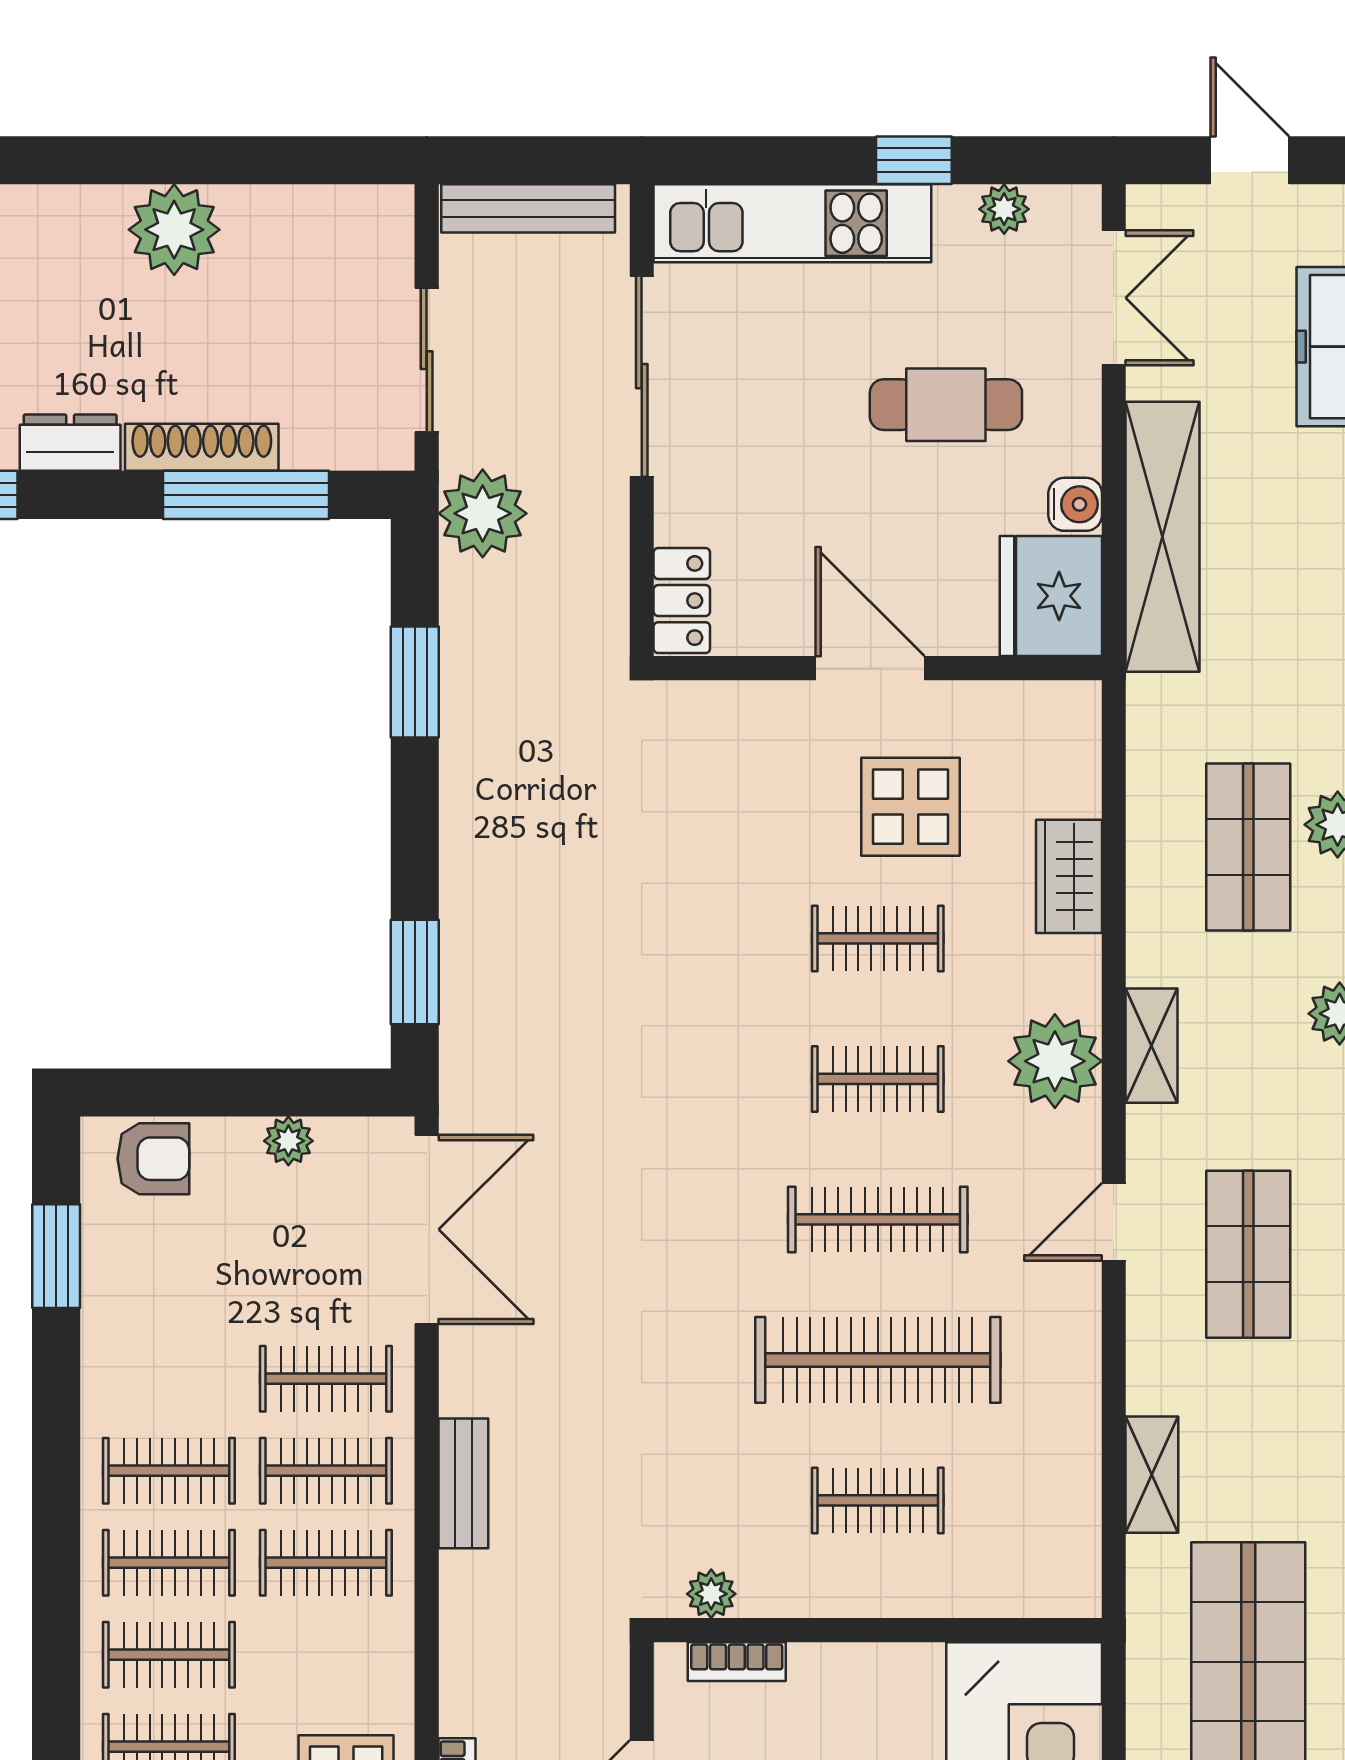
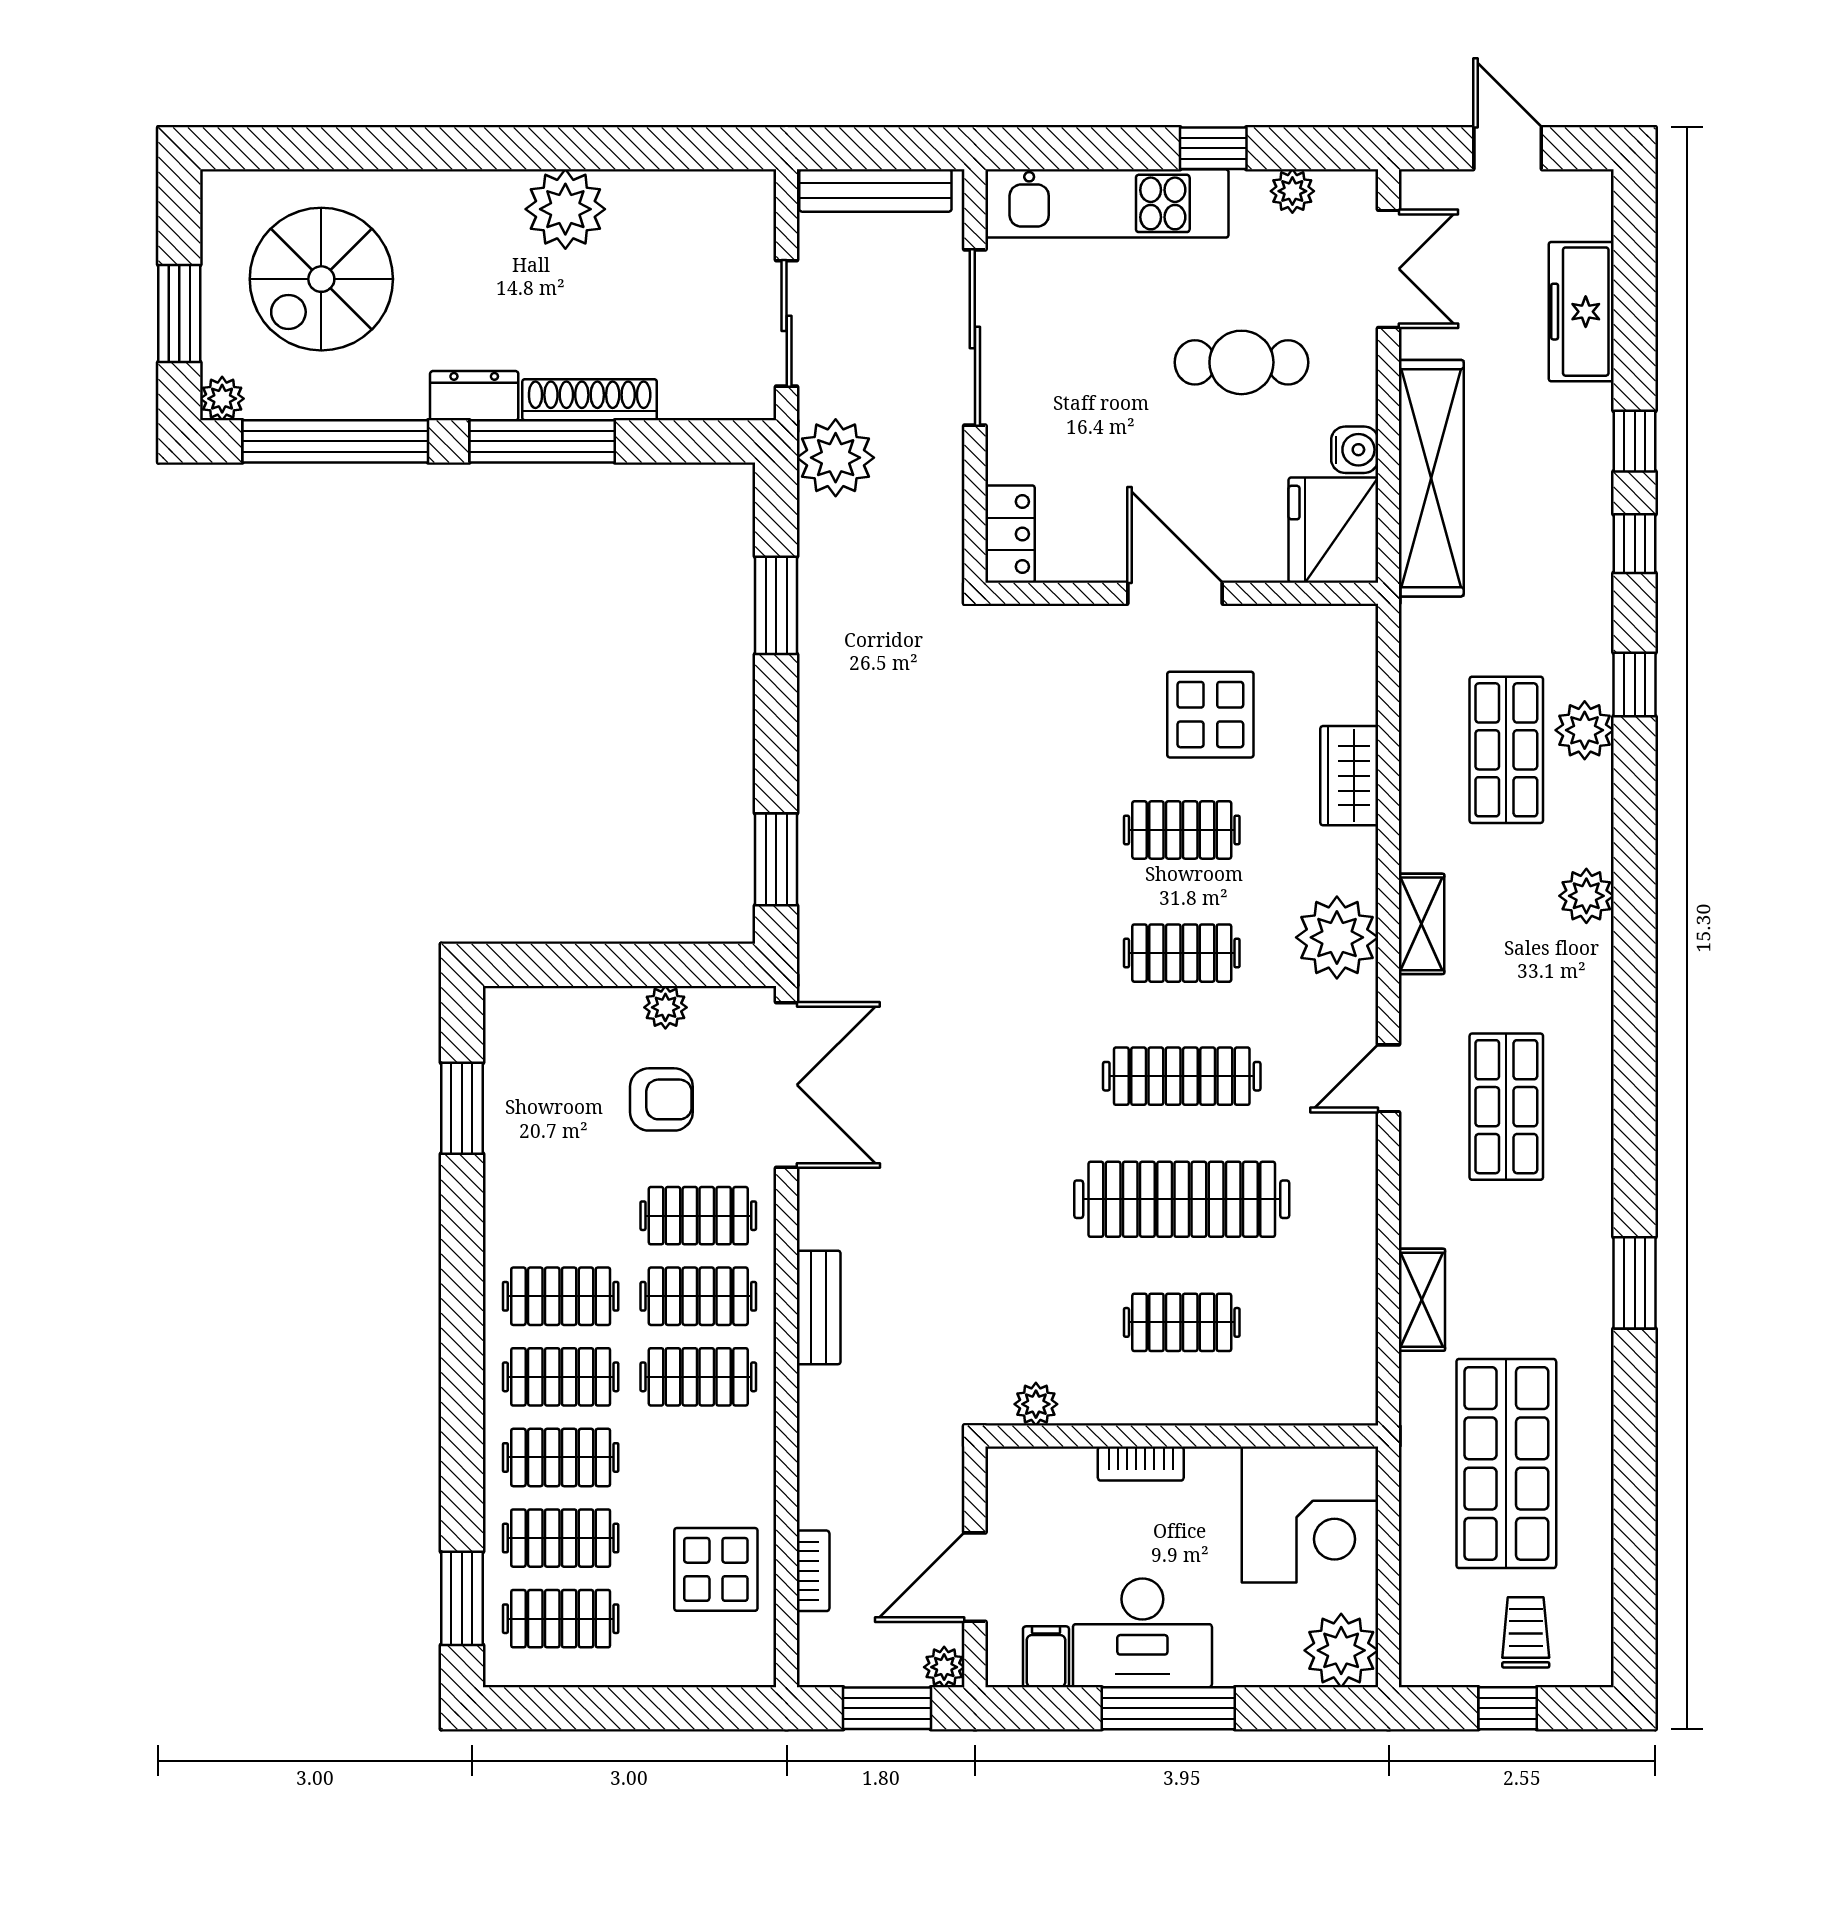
window: (246, 495) -> (542, 441), moved
armchair: (153, 1159) -> (661, 1099), moved
bookcase: (737, 1662) -> (1141, 1464), moved

